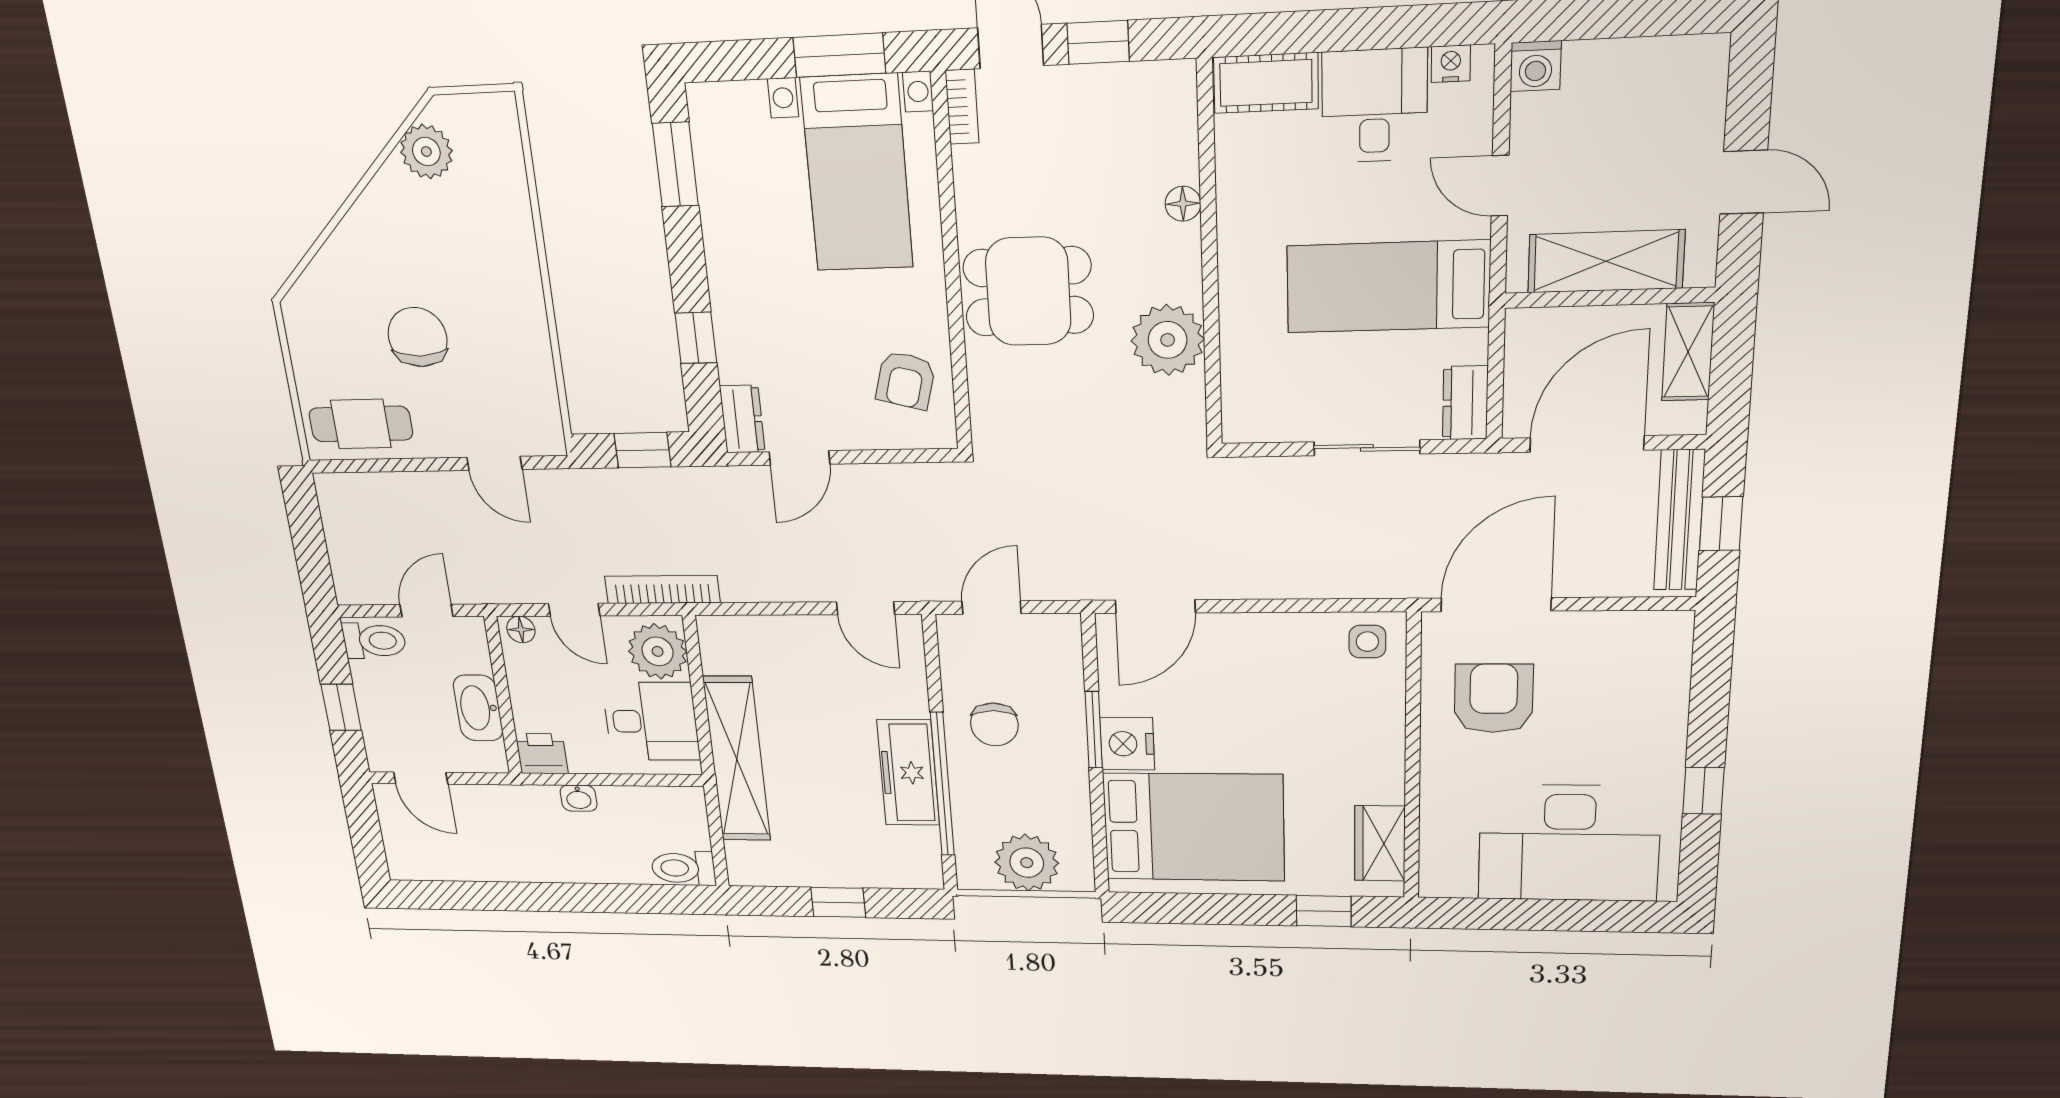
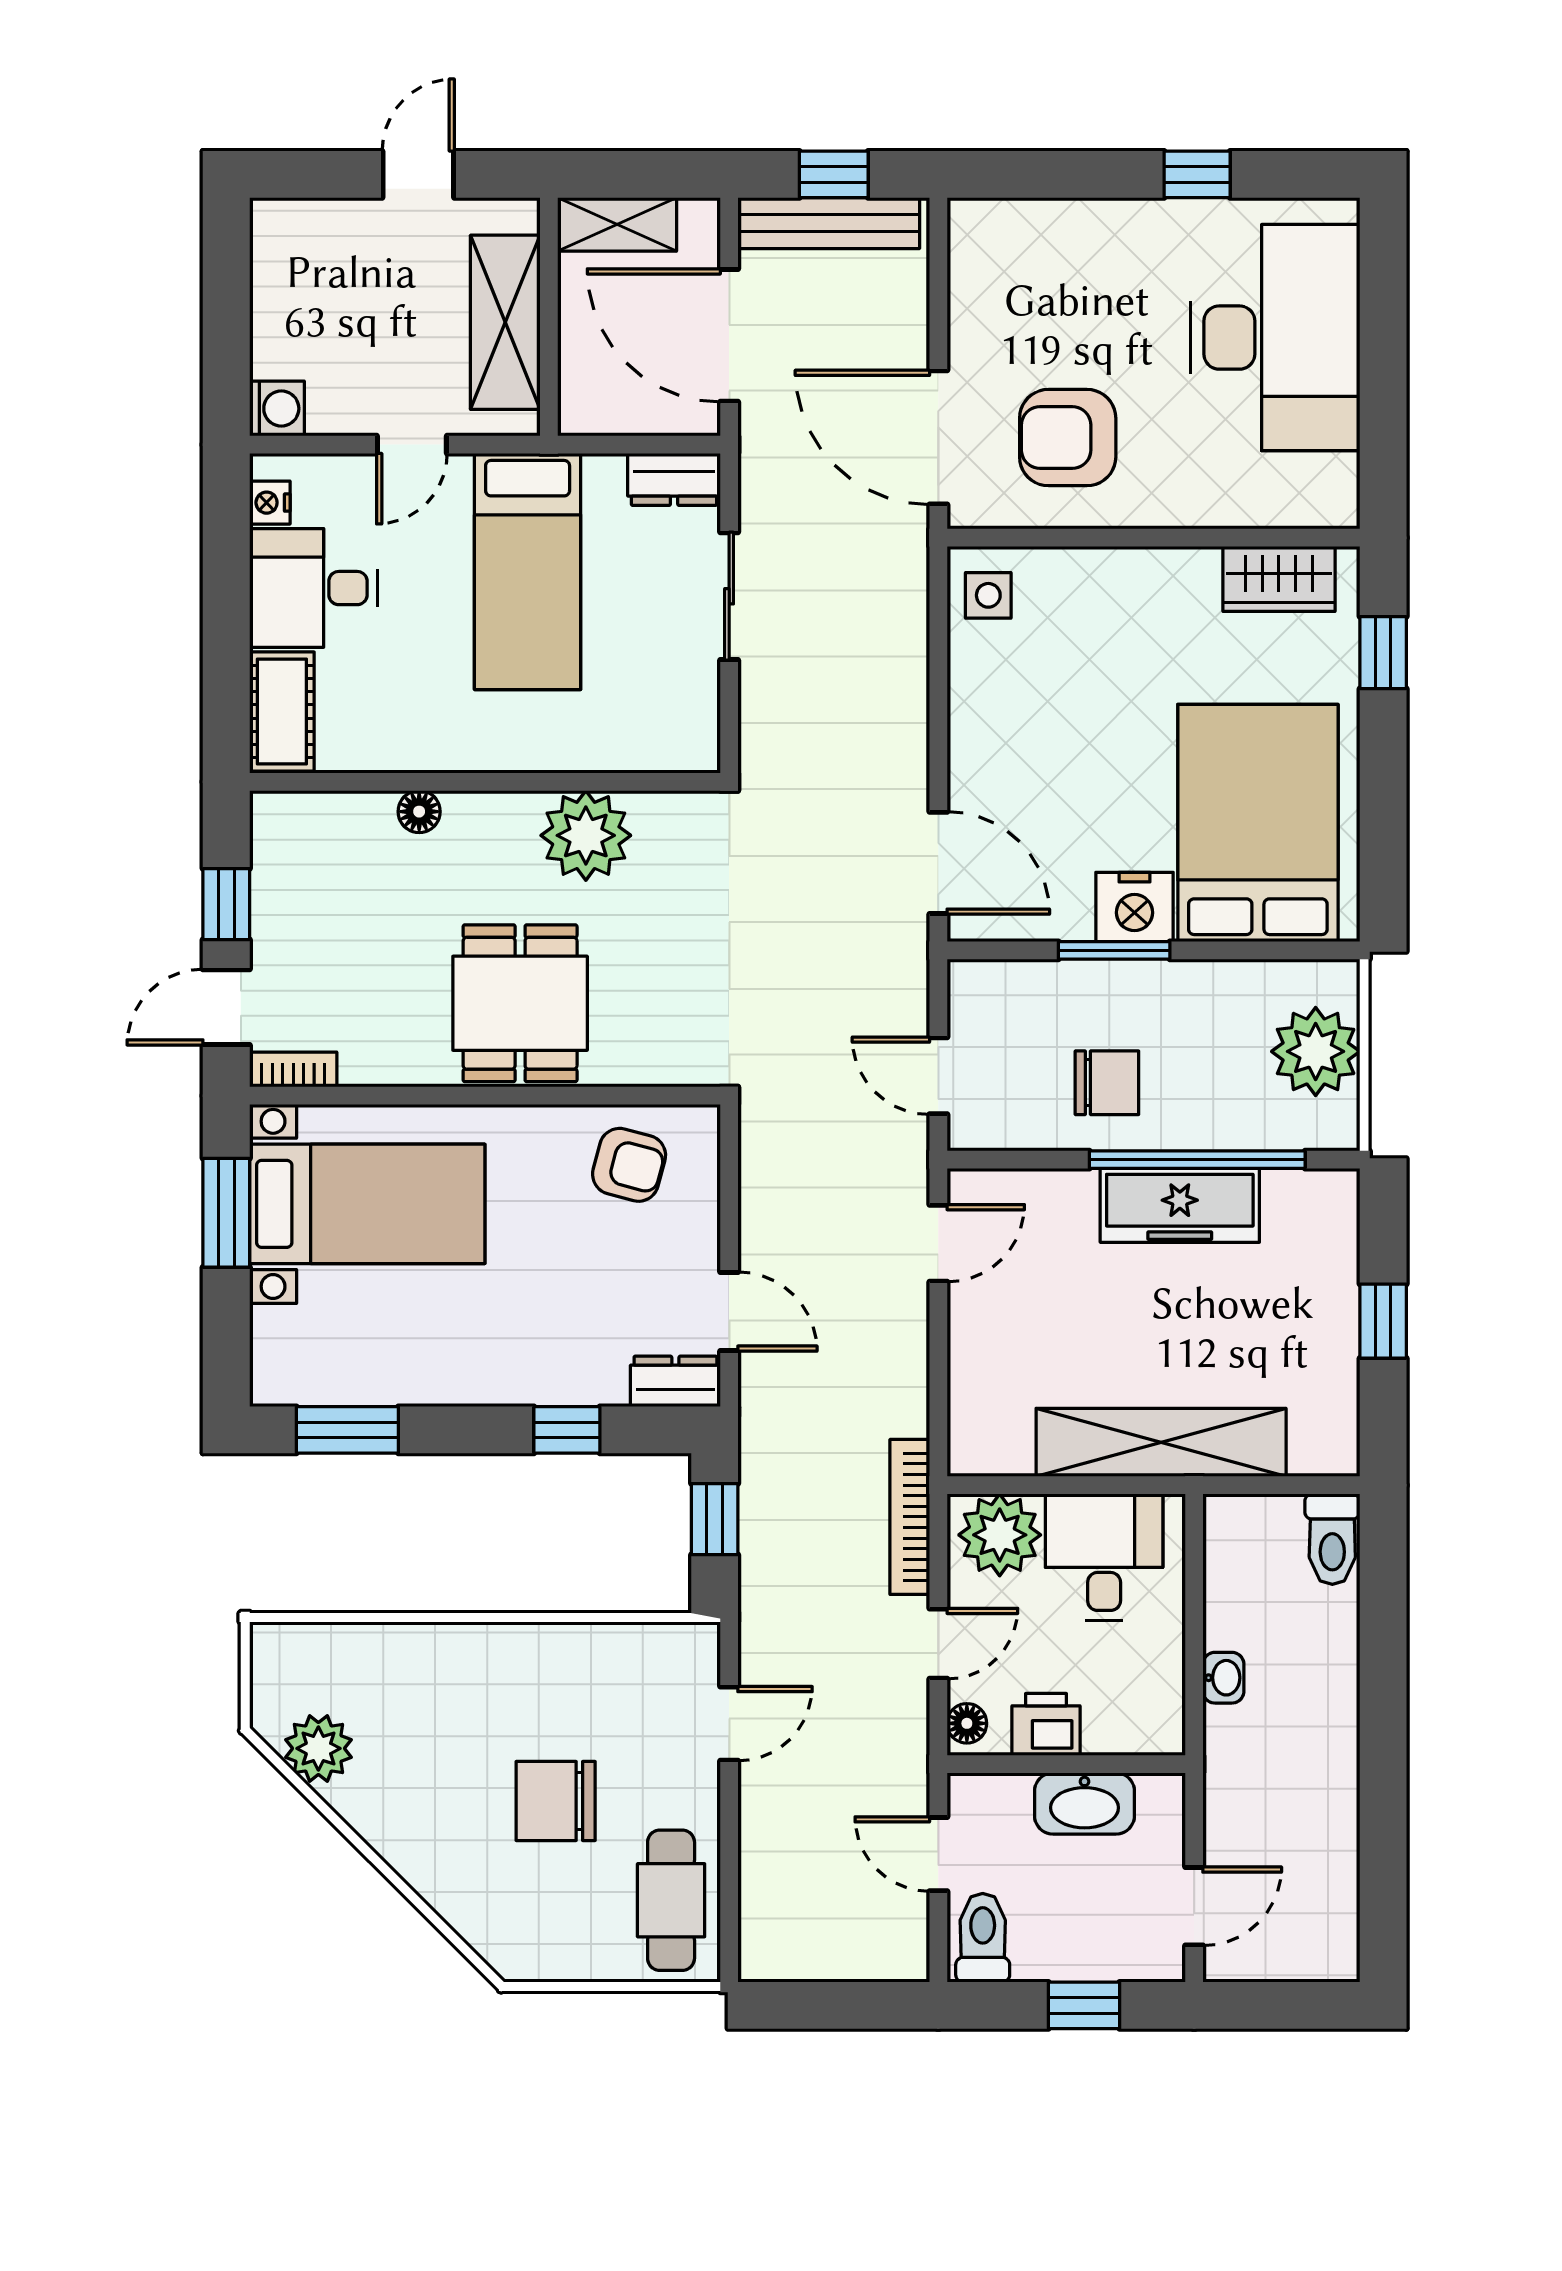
printer: (542, 754) -> (1046, 1724), moved, turned 90

